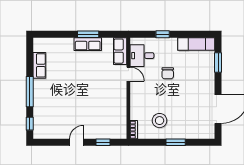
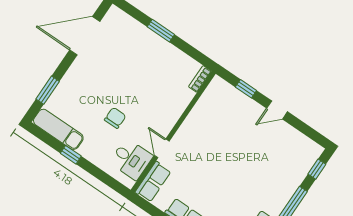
window: (163, 34) -> (71, 155), moved
stool: (160, 121) -> (162, 69), removed

